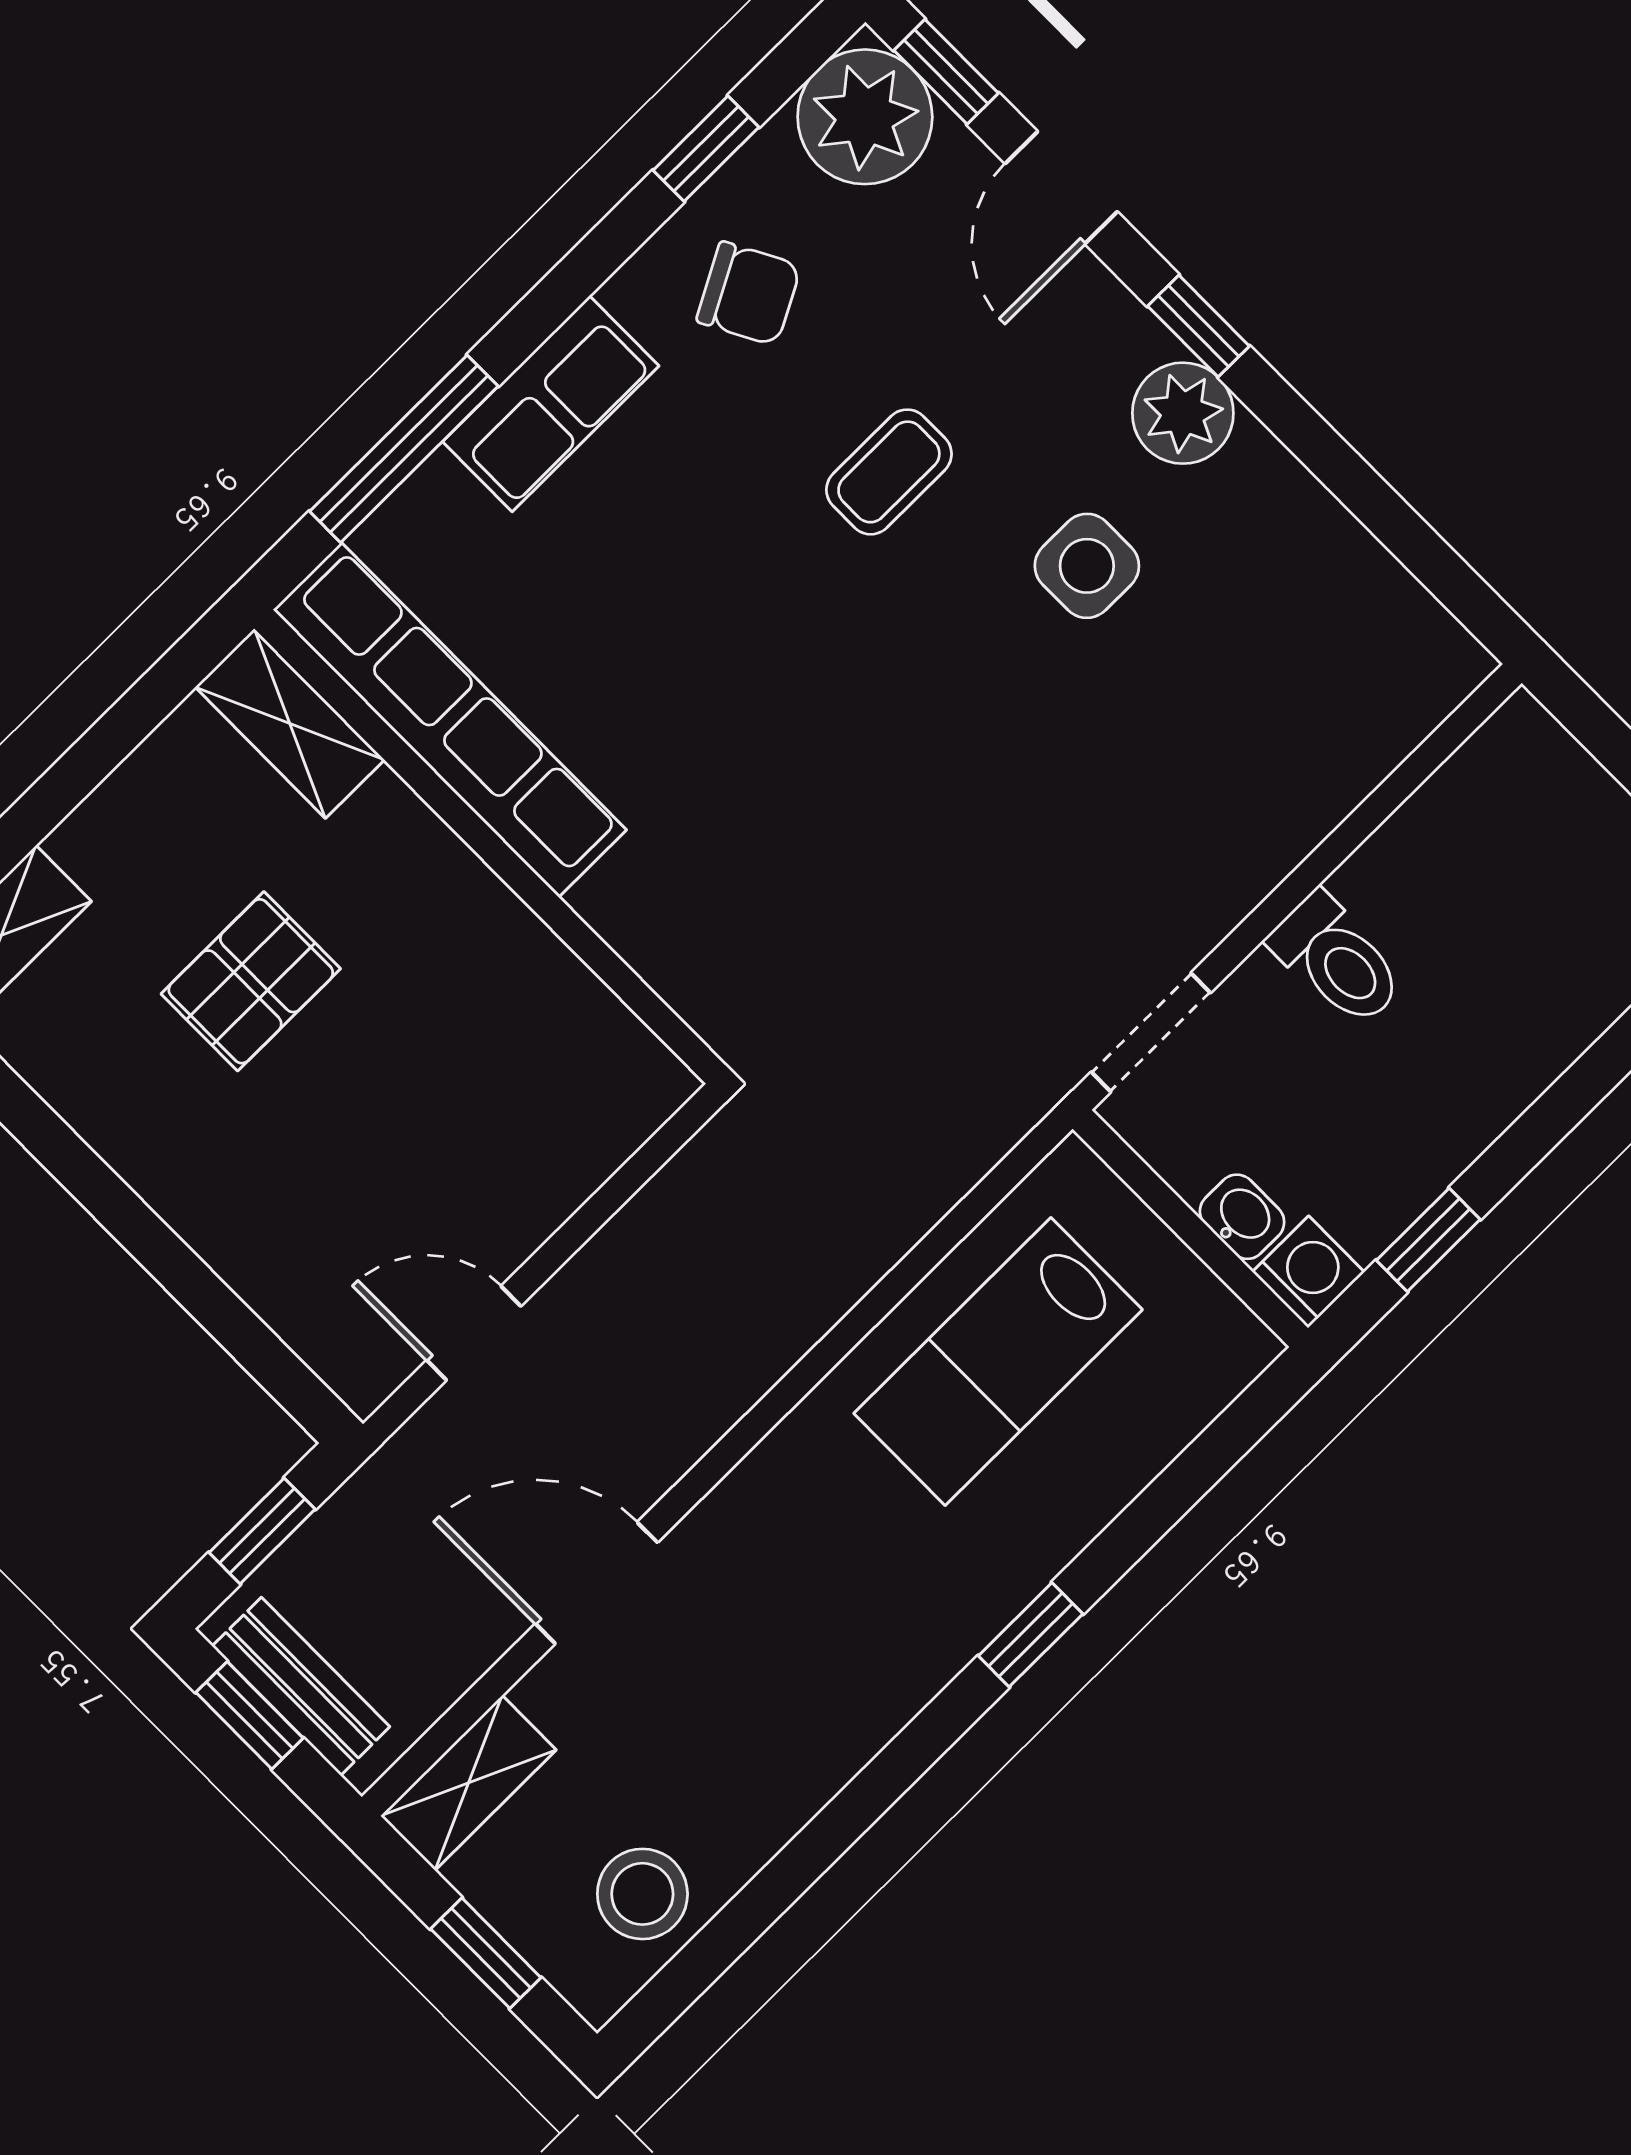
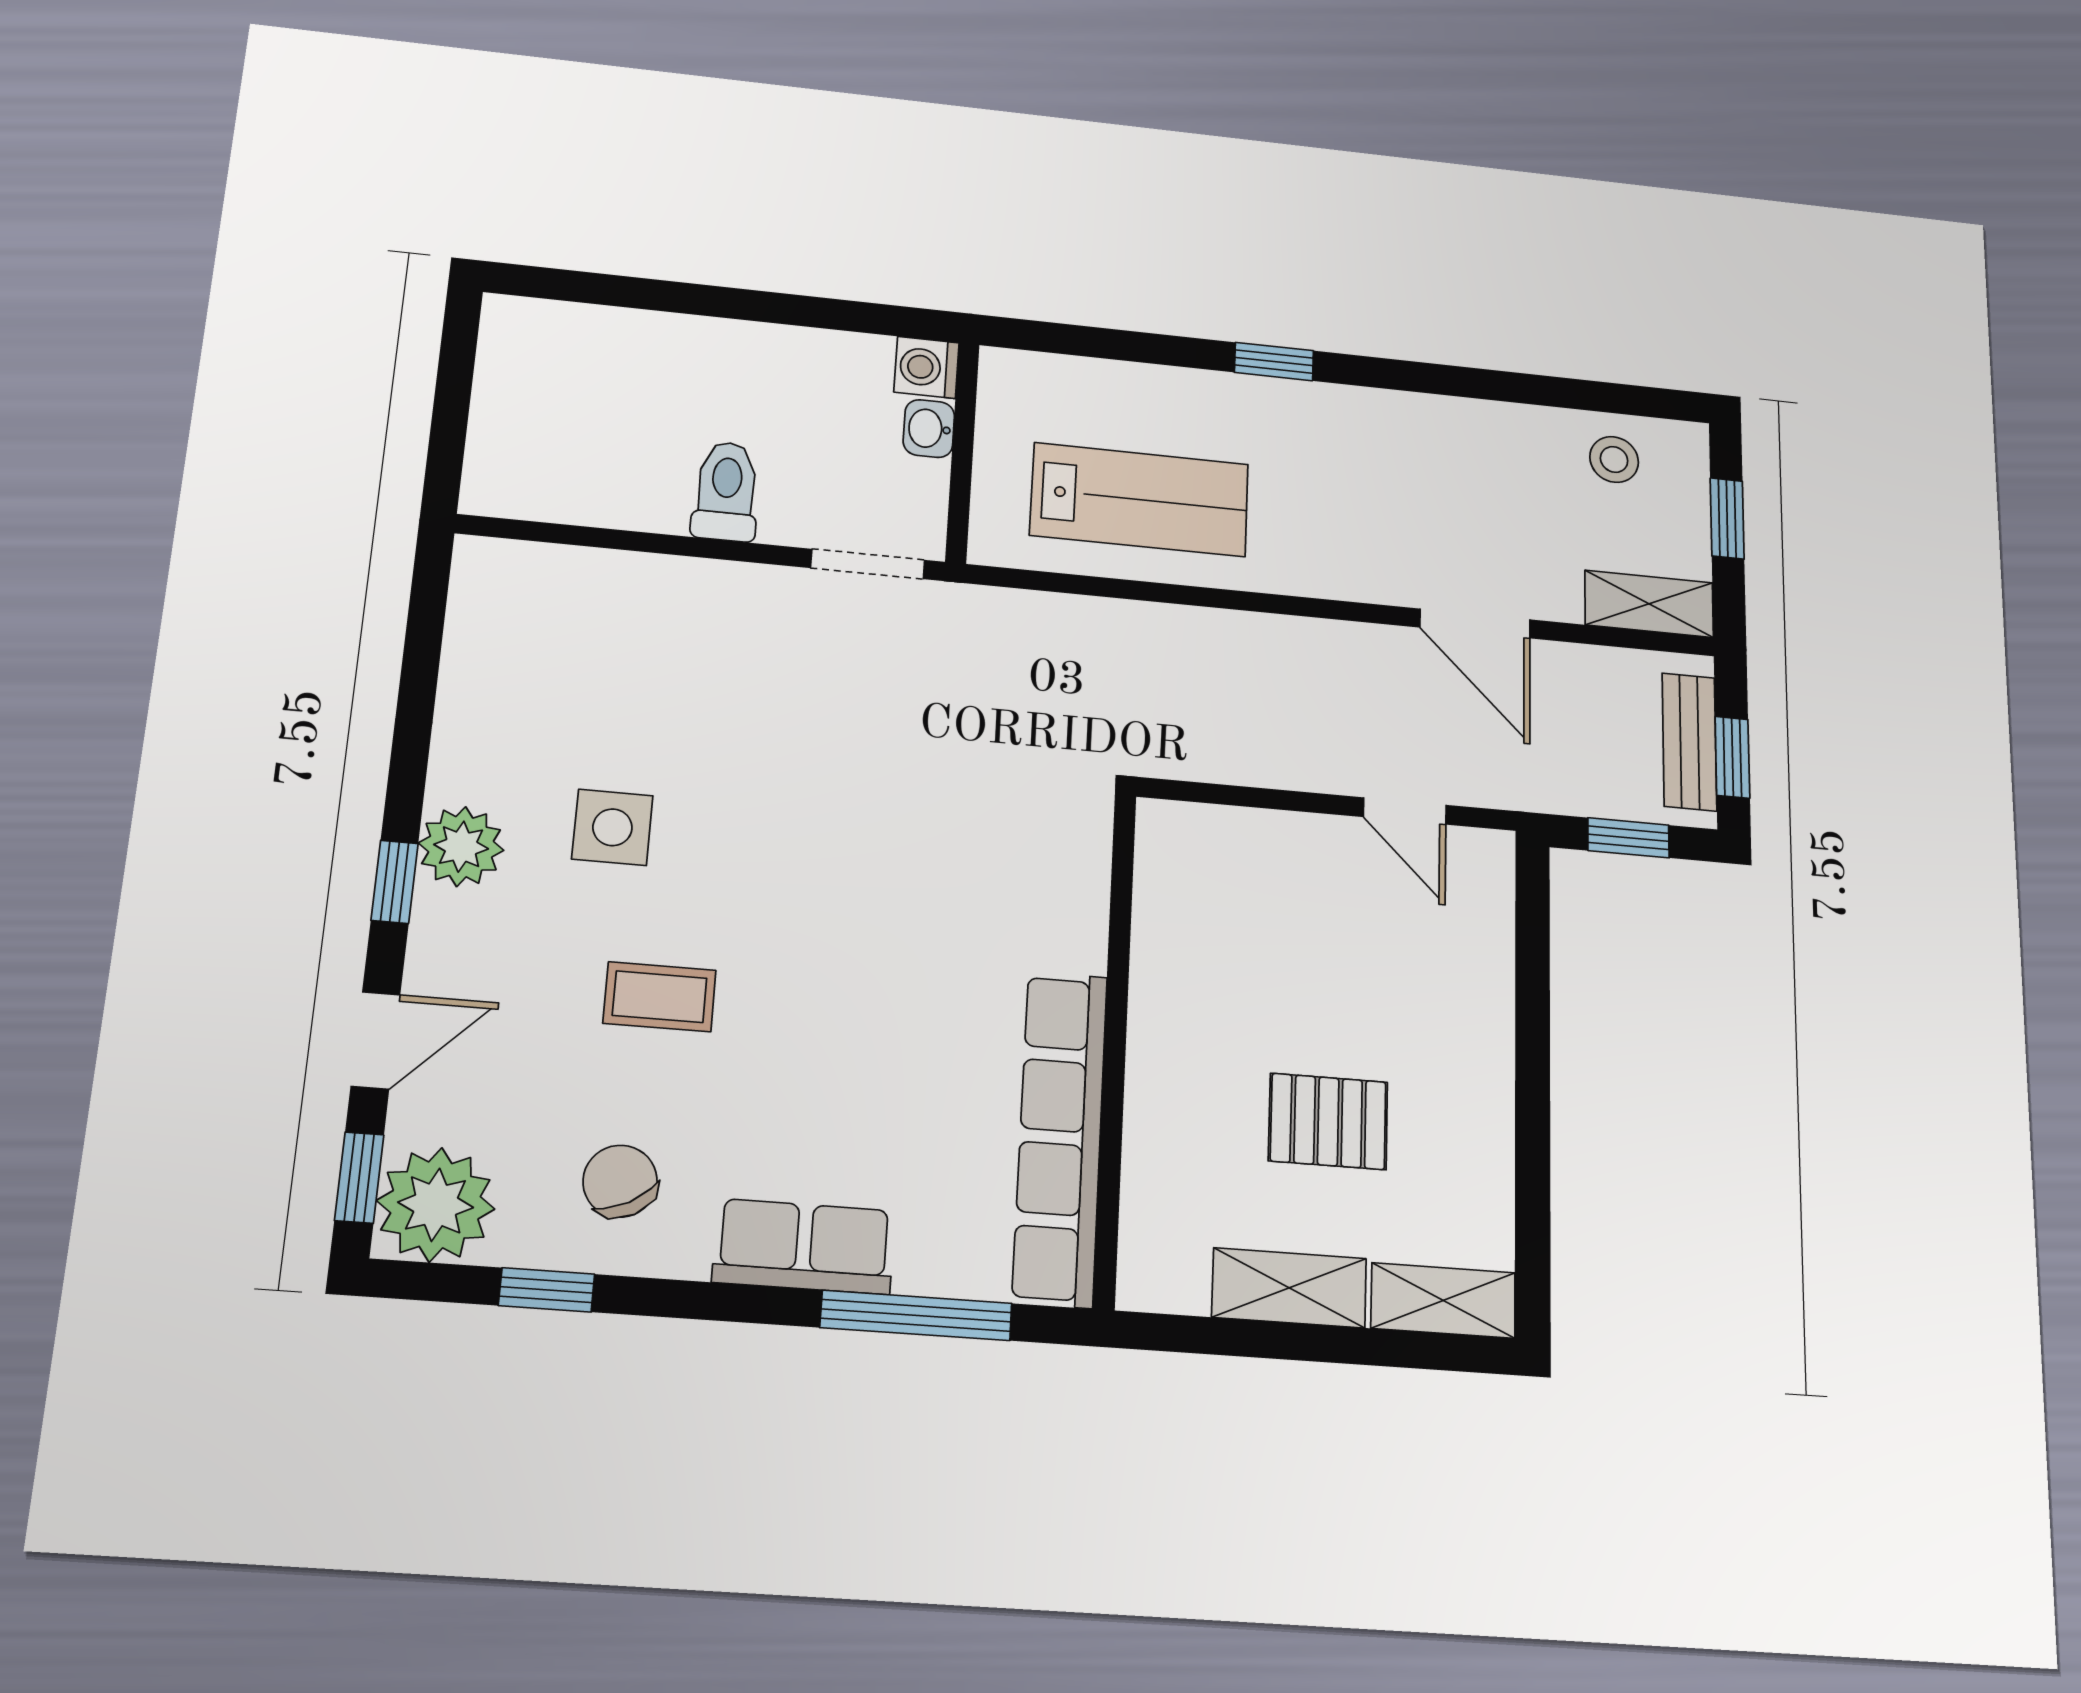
shelving: (290, 724) -> (1289, 1288), moved, turned 90
window: (1428, 1240) -> (846, 315), removed
stool: (642, 1894) -> (1614, 459), width x0.73, depth x0.73

